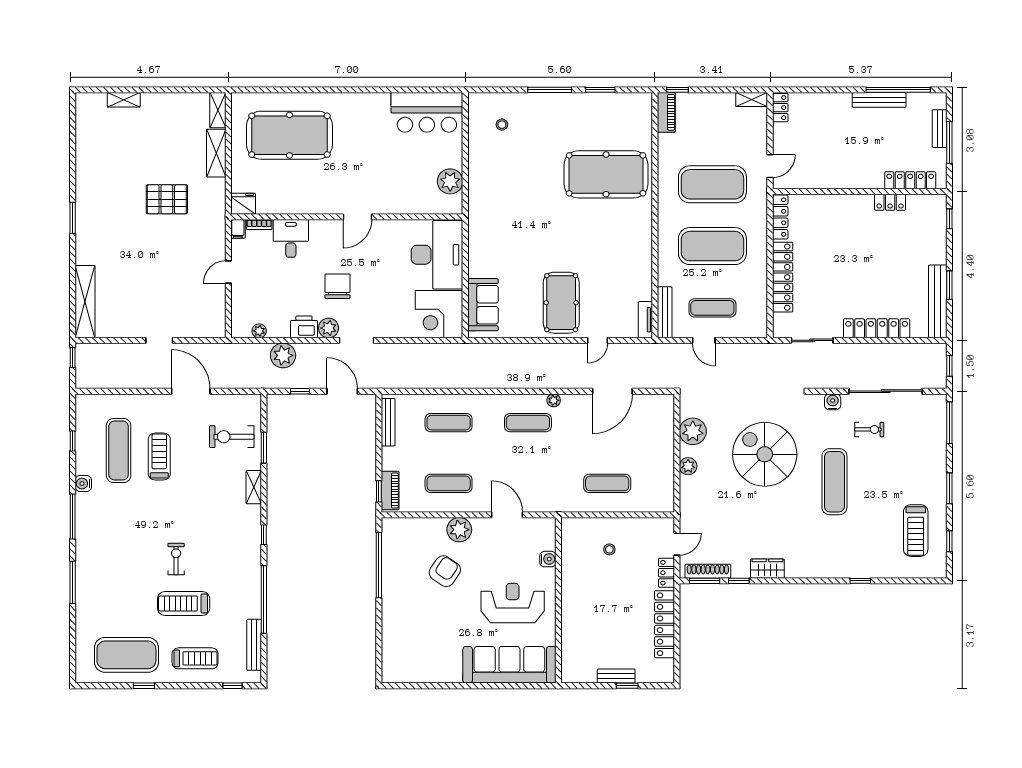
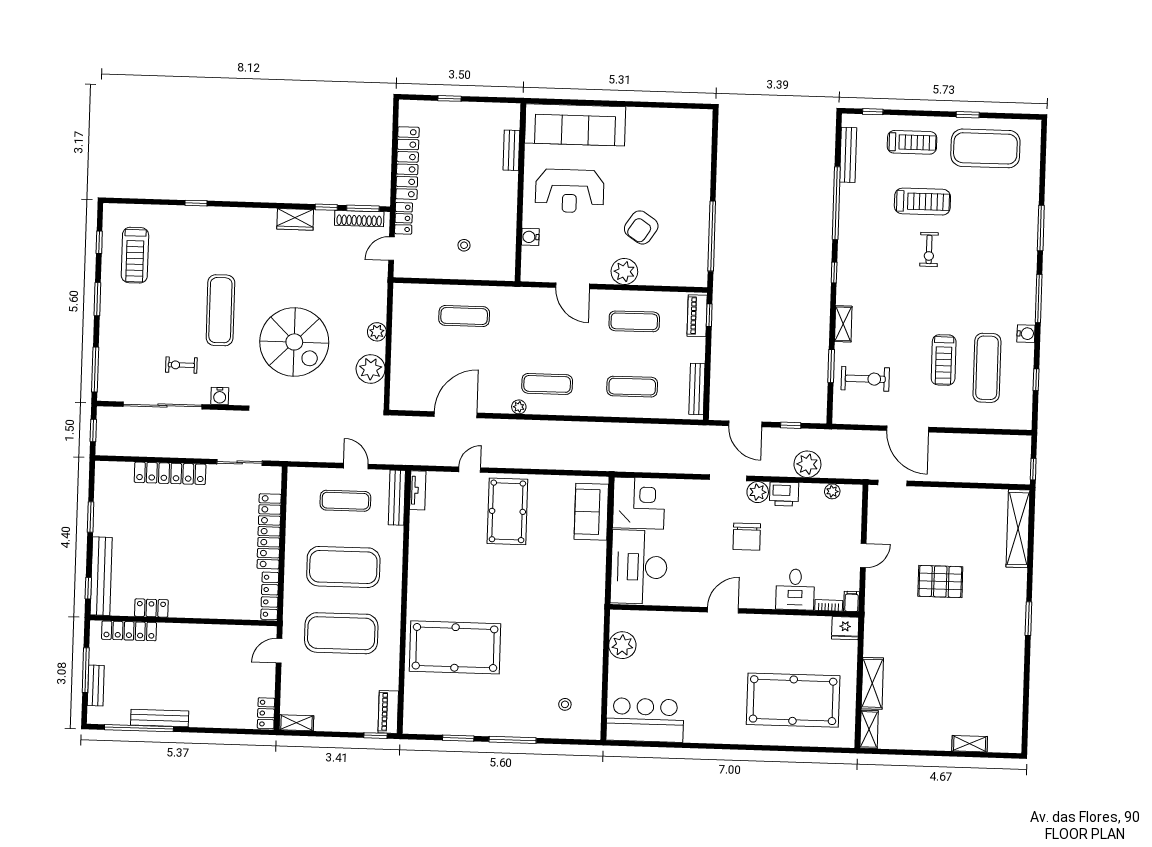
pallet: (167, 199) -> (940, 581), moved
bench: (938, 301) -> (101, 576), moved
doorway: (159, 340) -> (892, 483), moved
treadmill: (916, 531) -> (135, 255), turned 180
treadmill: (195, 658) -> (912, 142), turned 180
bench: (616, 676) -> (511, 150), moved, turned 90

